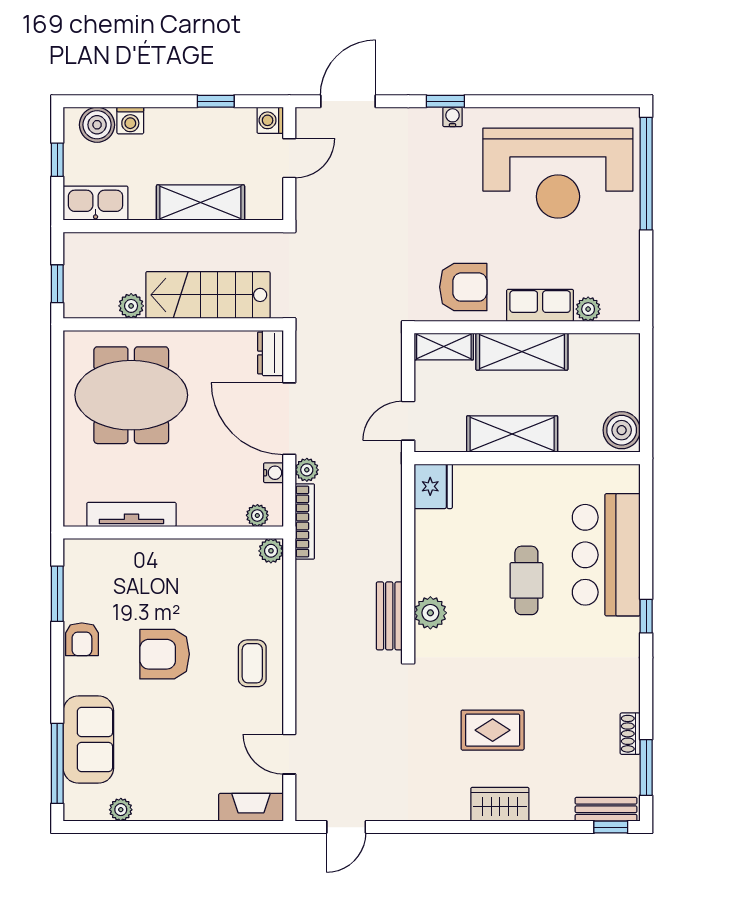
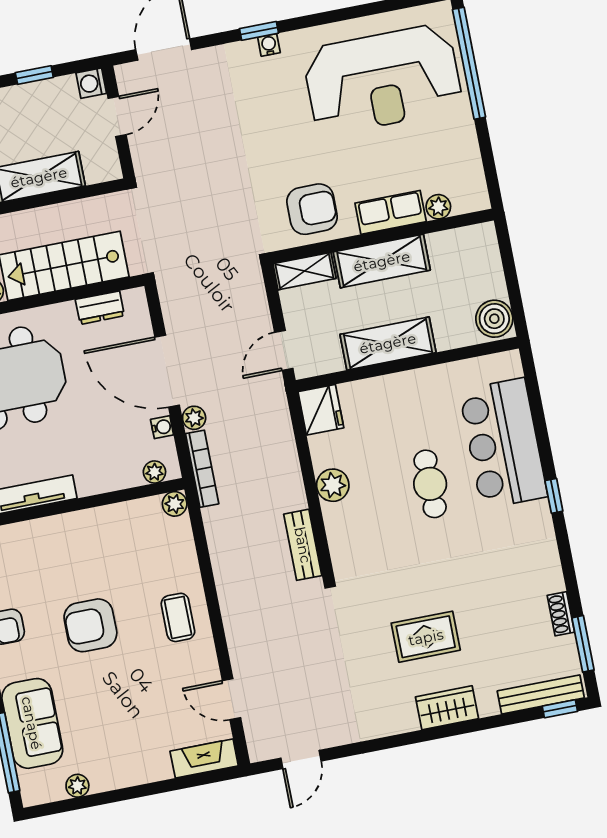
dresser: (270, 353) -> (100, 308), moved, turned -90
plant: (430, 613) -> (333, 485), moved
bench: (606, 809) -> (541, 694), width x1.36

